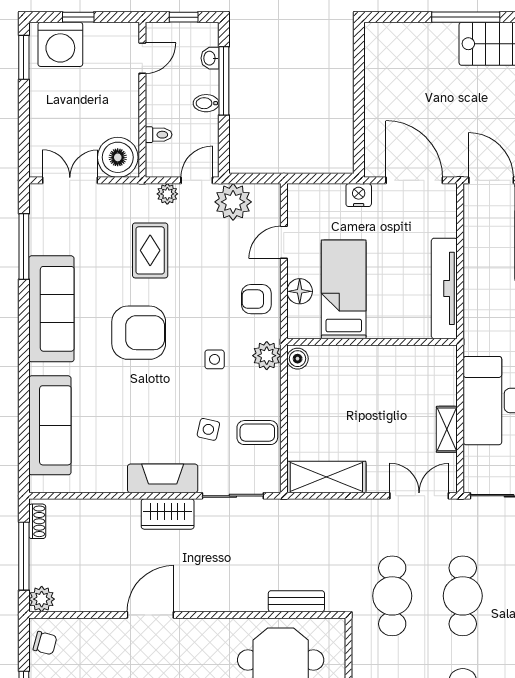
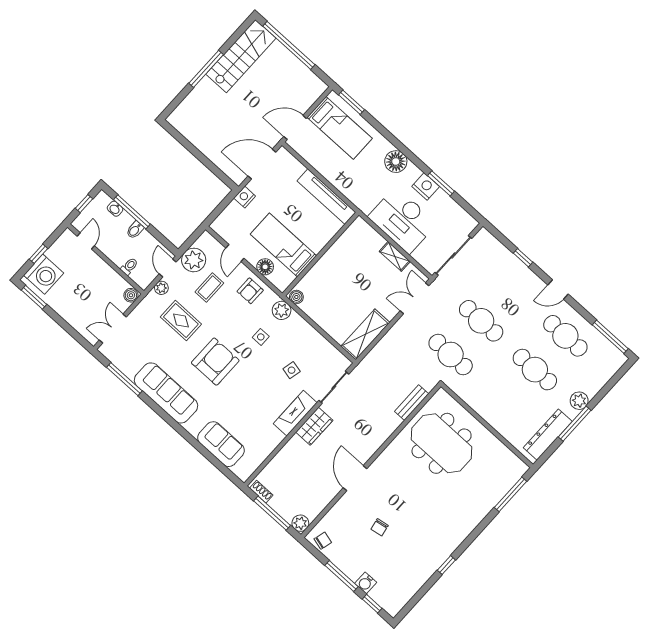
boiler: (118, 157) -> (131, 295), width x0.54, depth x0.54
sofa: (50, 425) -> (221, 444), width x0.73
coffee table: (257, 433) -> (209, 288), moved

